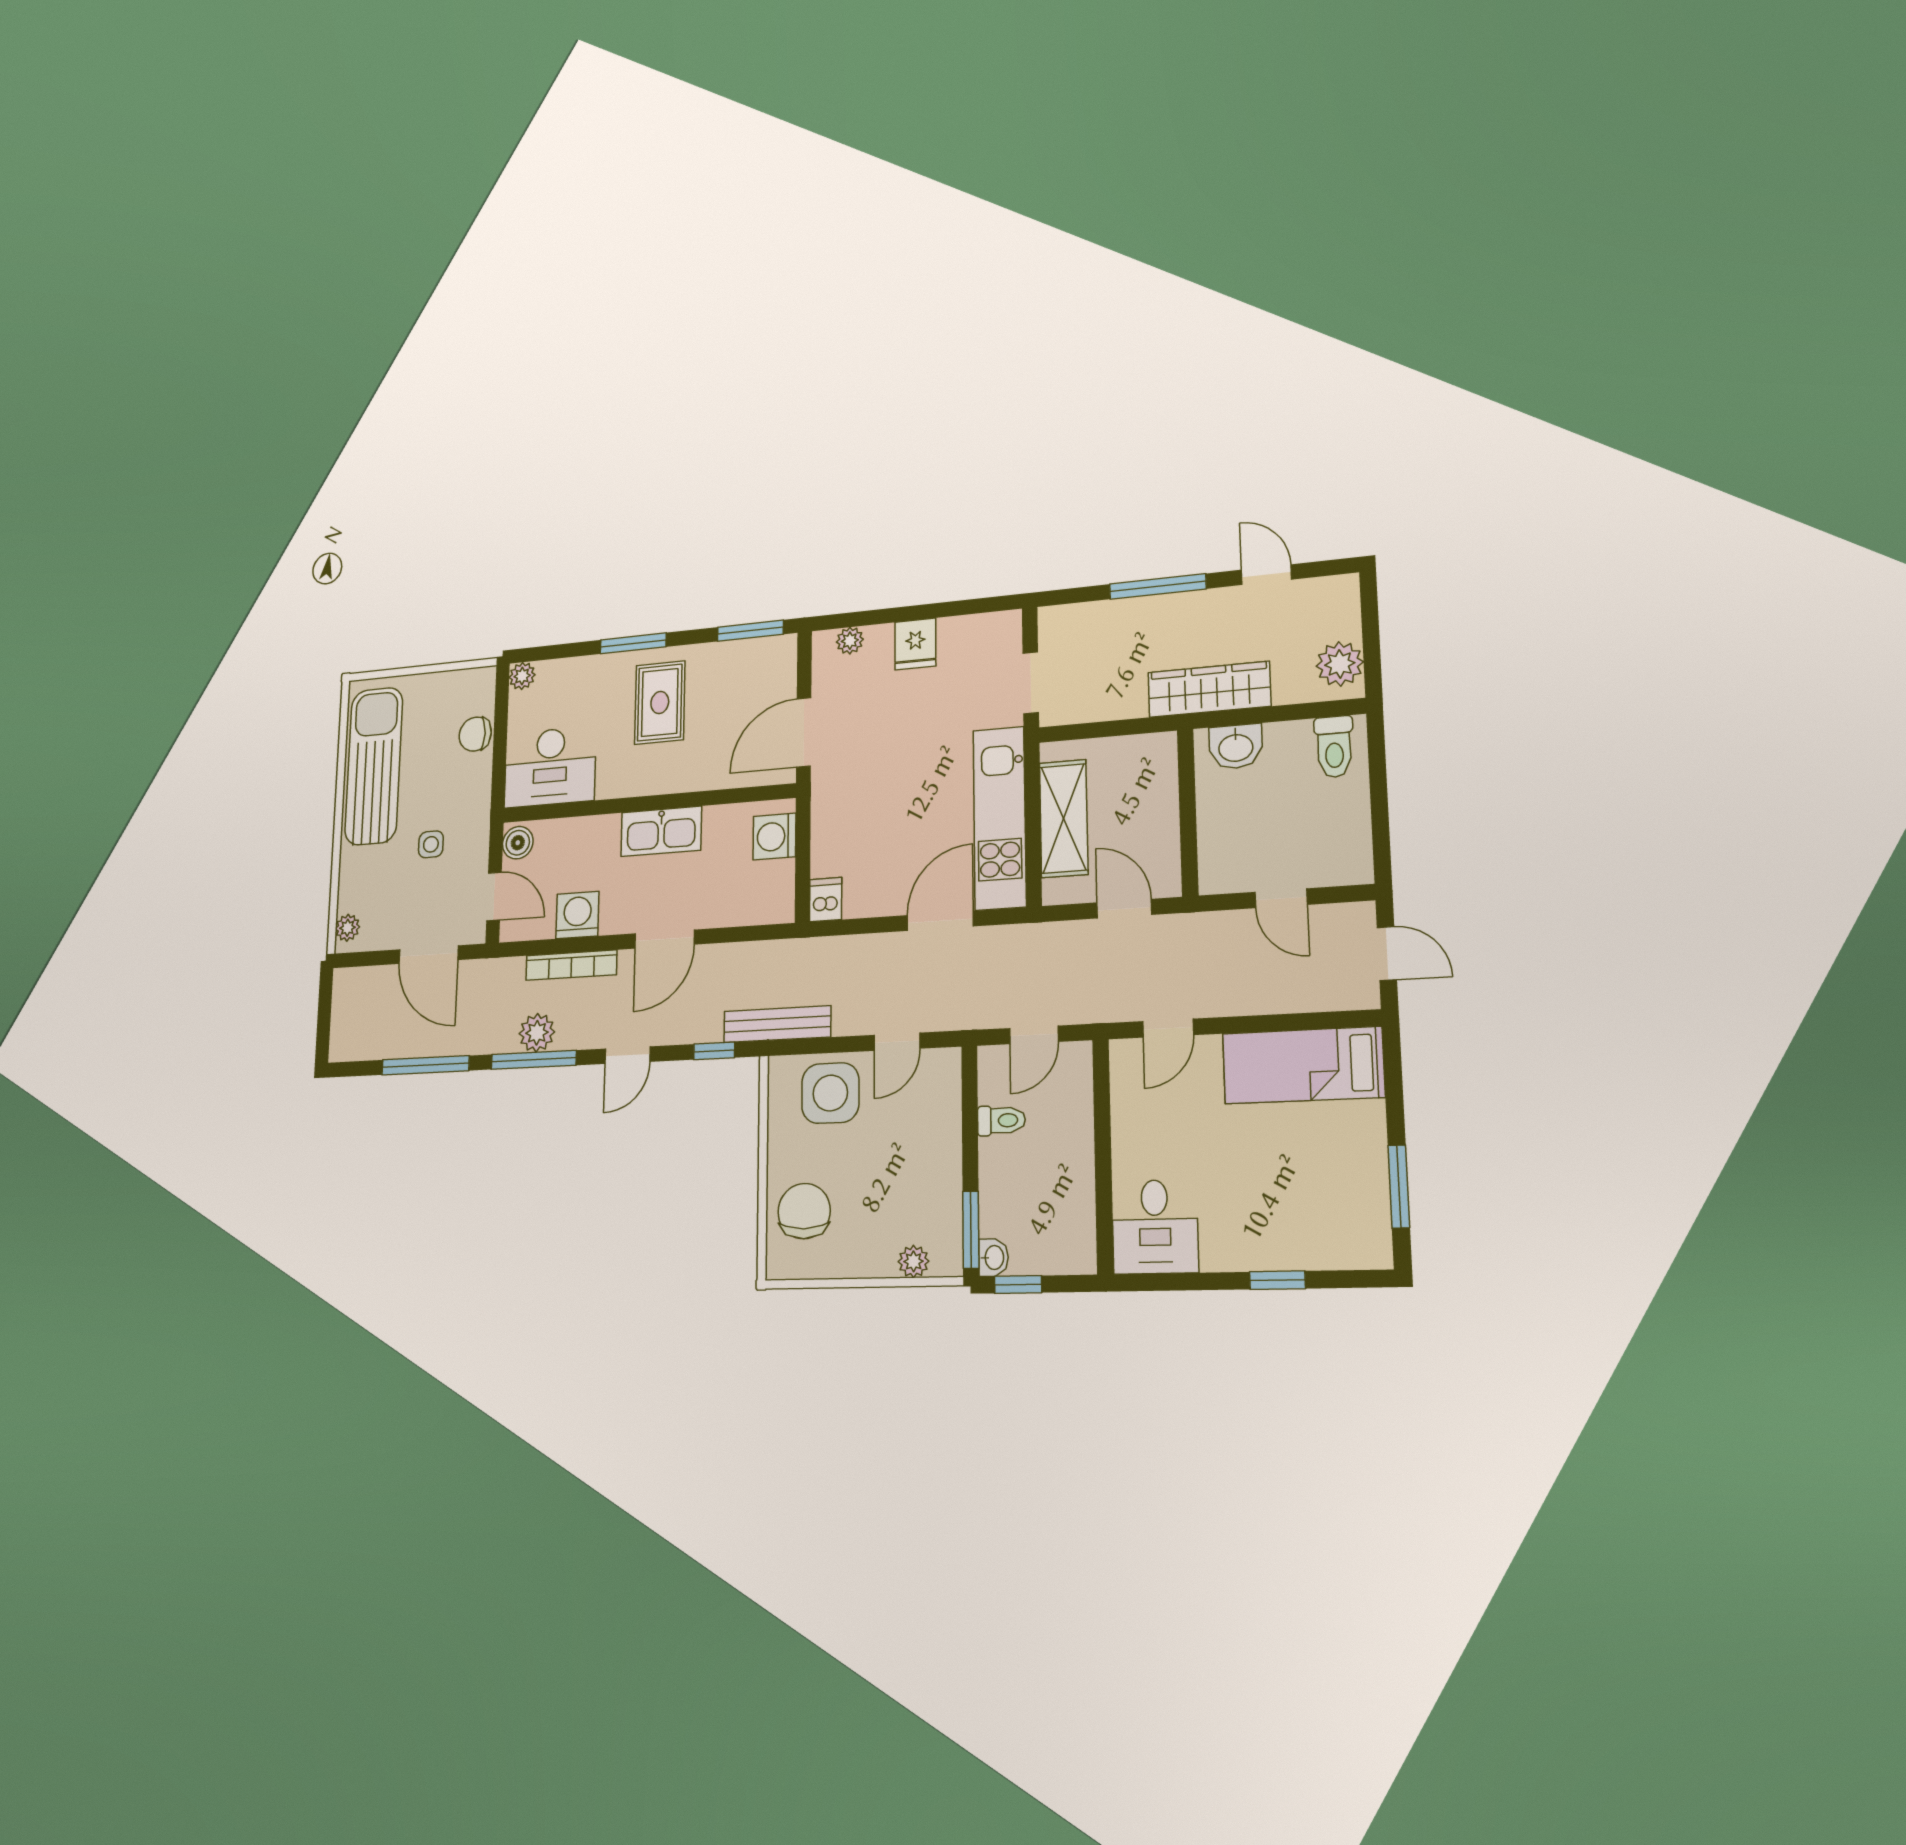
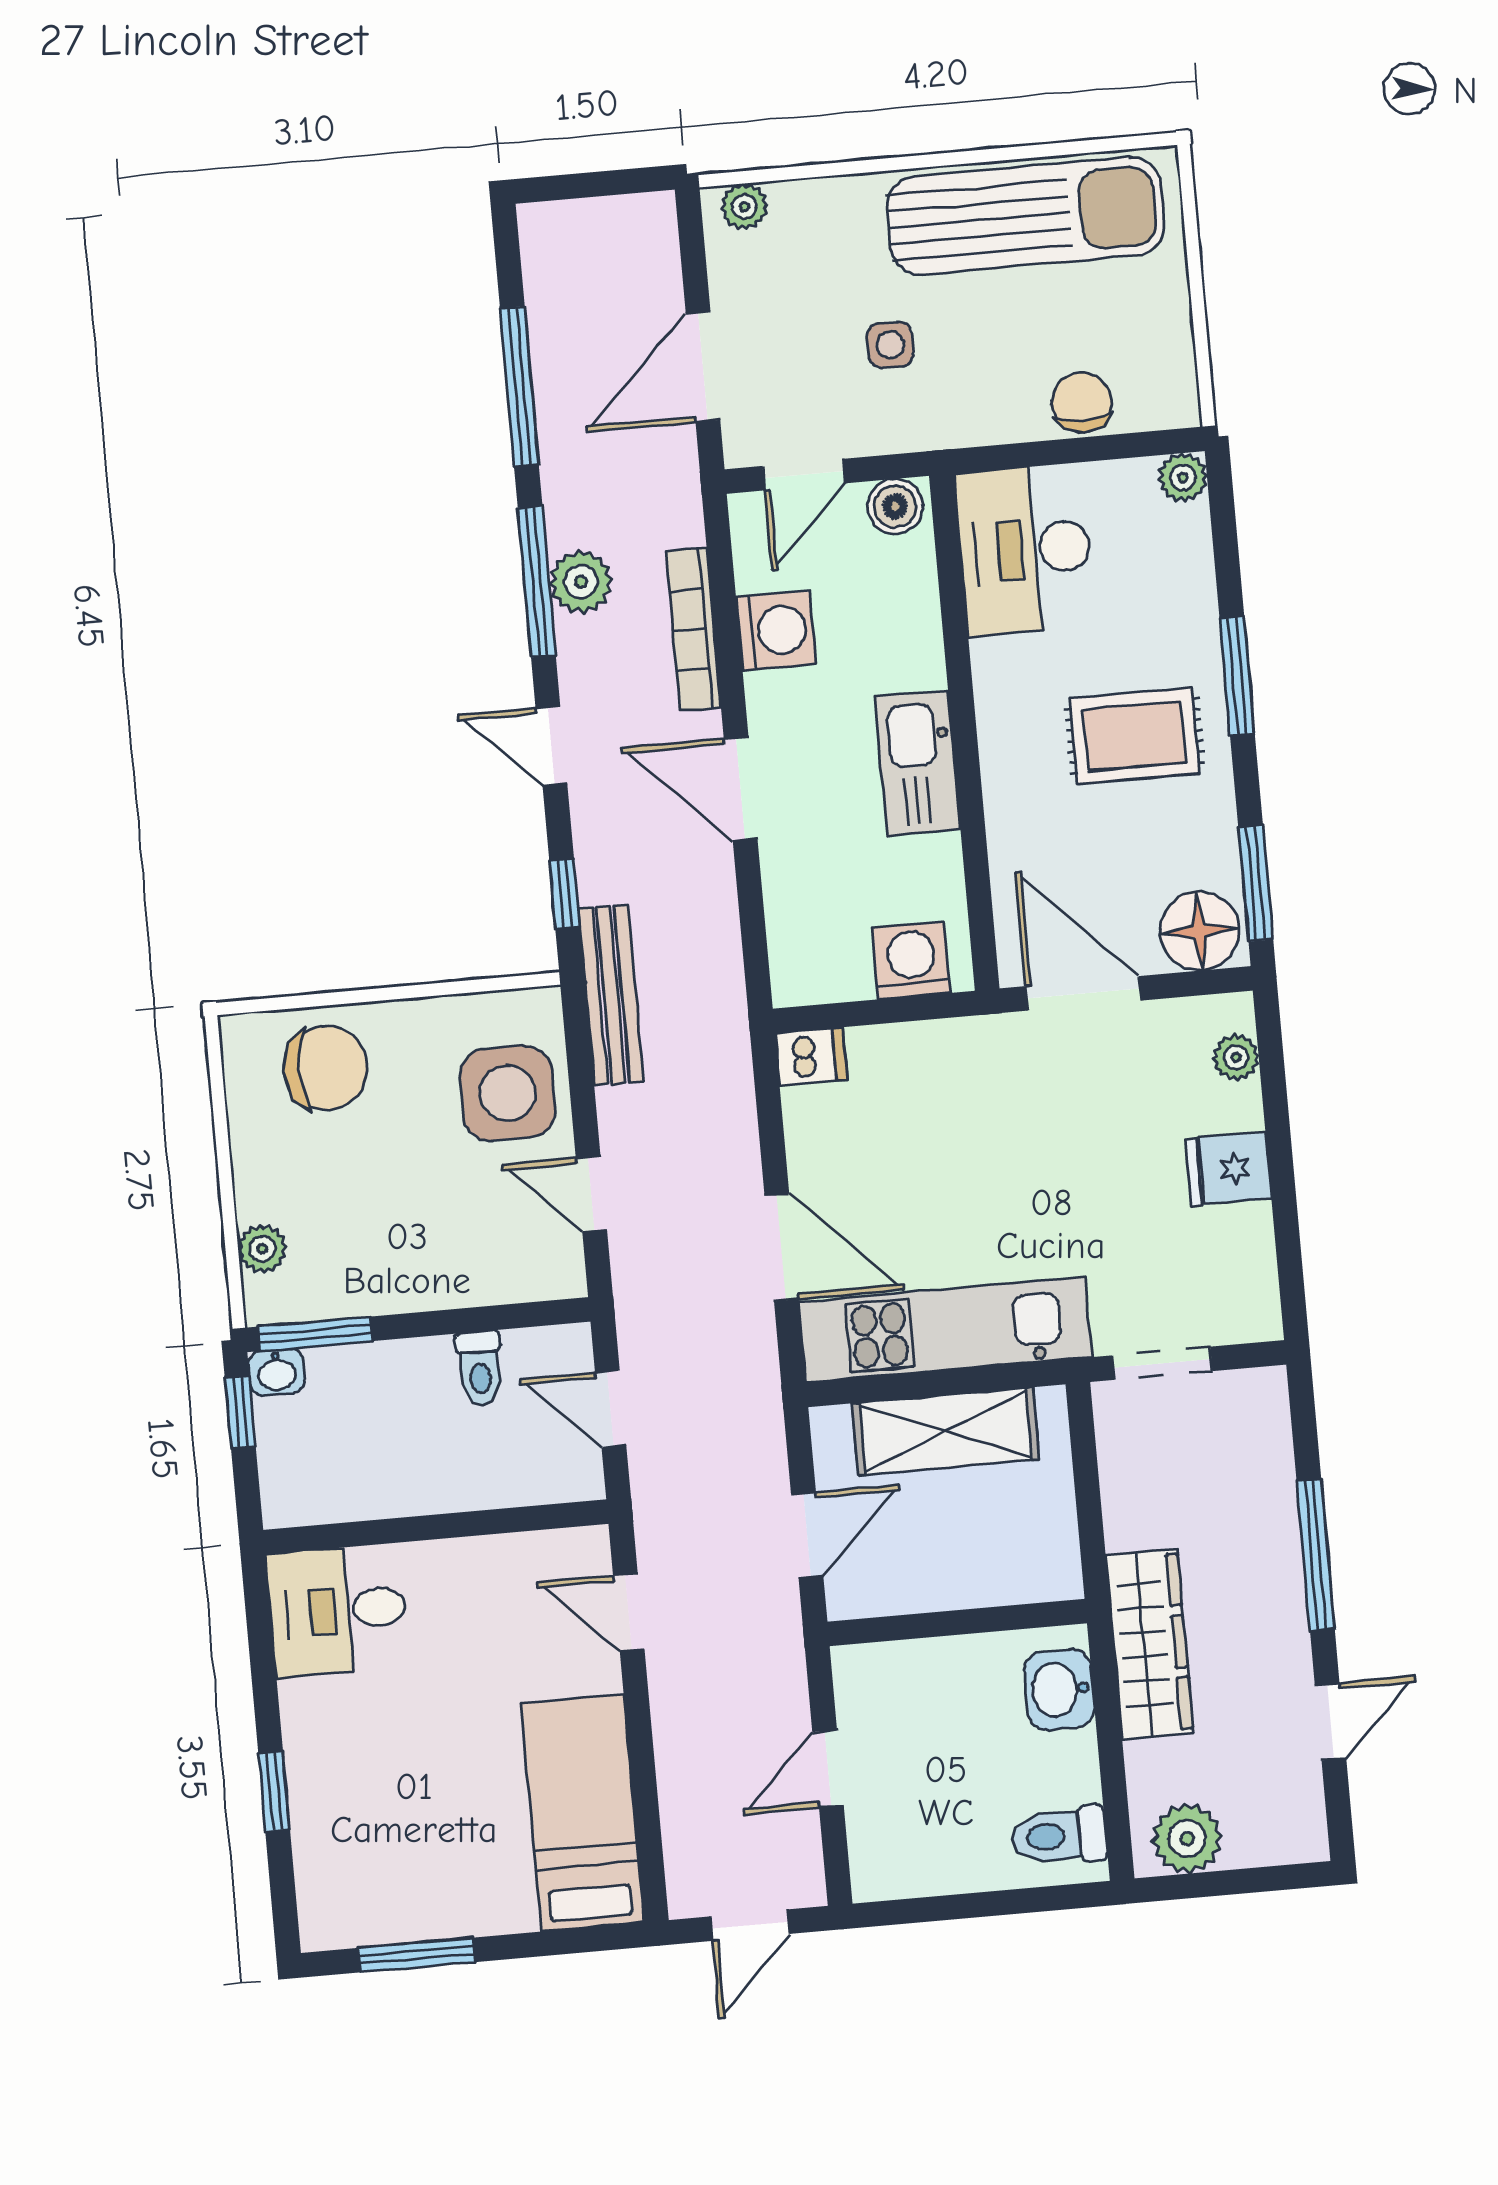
floor lamp: (774, 663) -> (1199, 931), added

